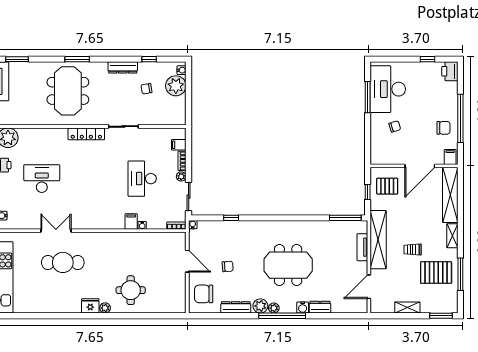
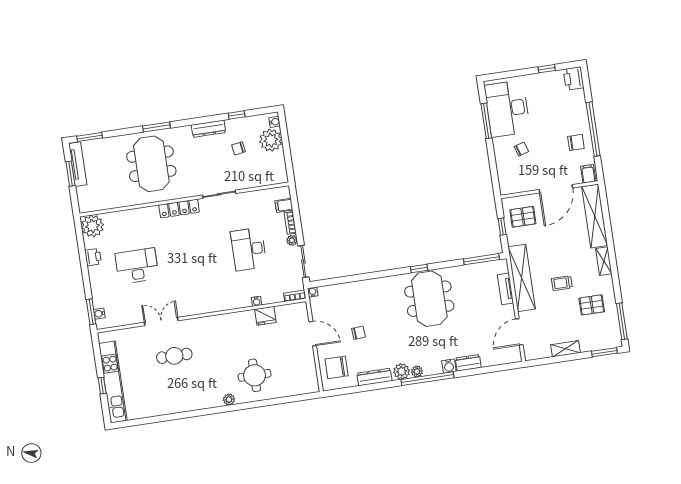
window: (231, 218) -> (419, 269), moved
filing cabinet: (131, 221) -> (244, 299), removed
cafe table: (63, 262) -> (174, 356), width x0.73, depth x0.74
meeting table: (288, 265) -> (429, 299), moved, turned 90
pallet: (436, 273) -> (592, 305), width x0.67, depth x0.71
window: (460, 274) -> (622, 321), moved
fridge: (90, 306) -> (265, 316), moved, turned 180

